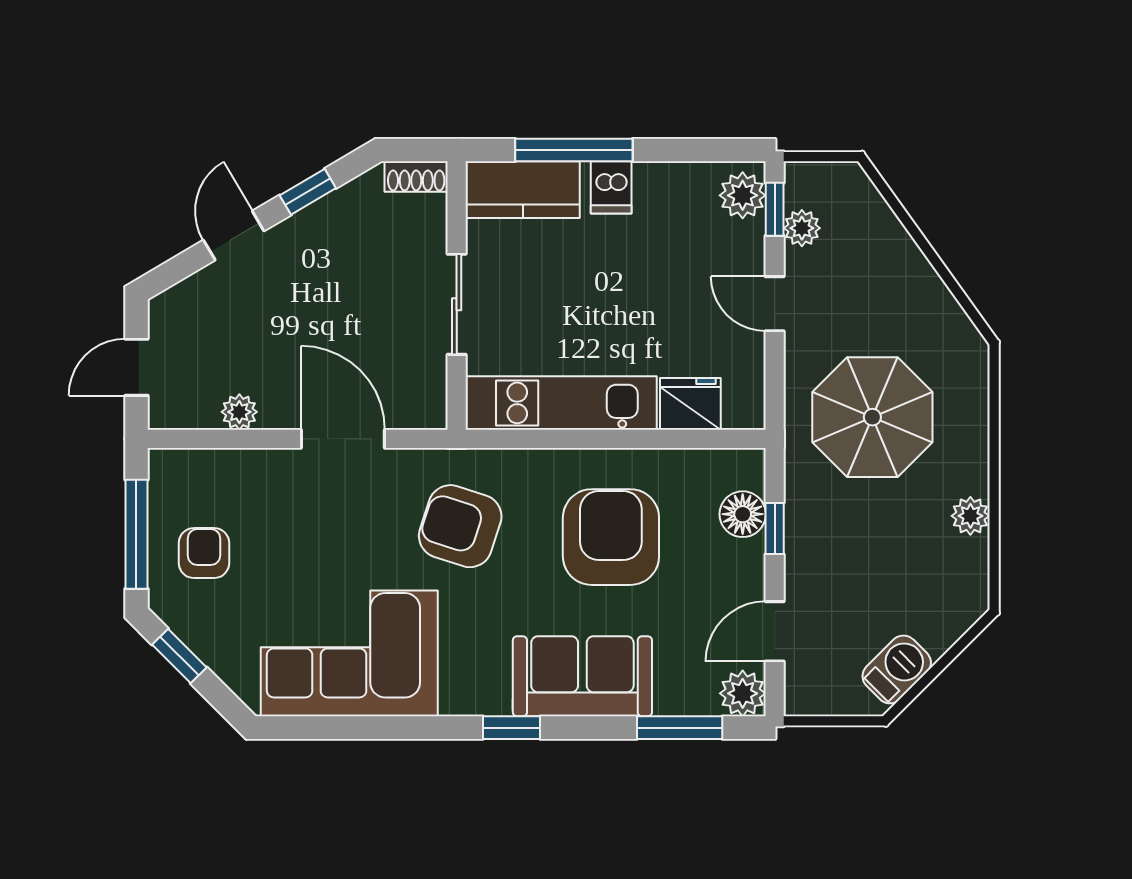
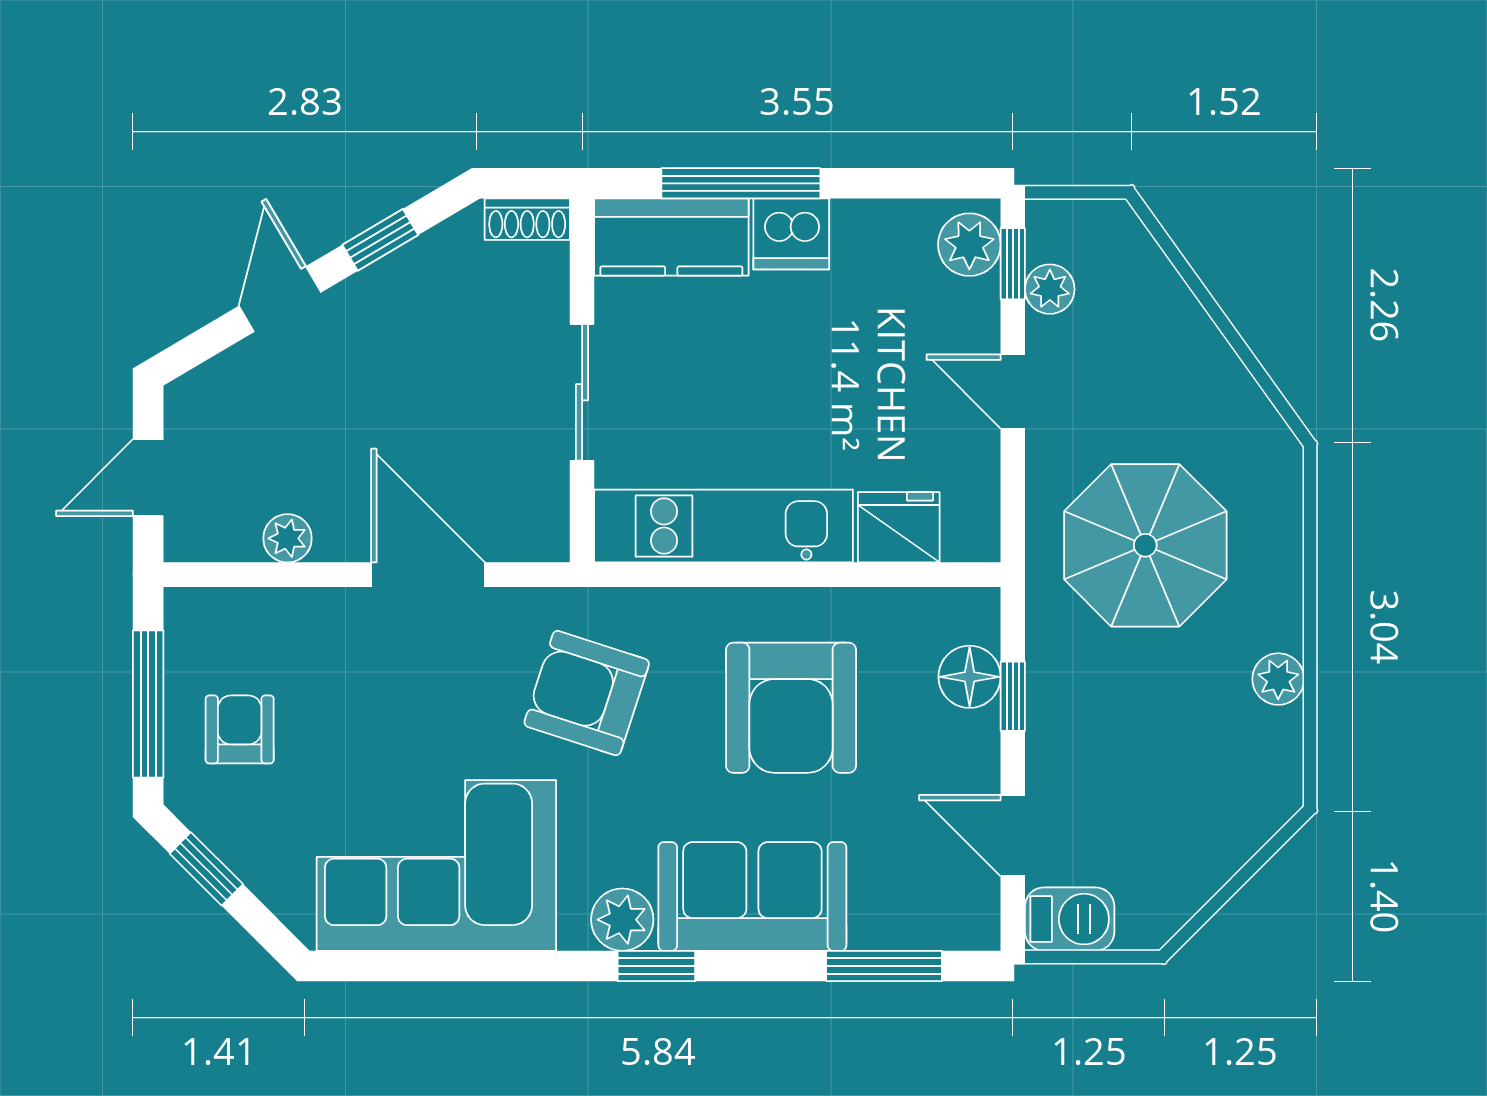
dishwasher: (611, 187) -> (791, 234), width x1.38
armchair: (611, 537) -> (791, 708), turned 180
door: (775, 631) -> (1013, 836), hinge flipped
barbecue: (897, 669) -> (1070, 919), moved, turned 45
plant: (743, 693) -> (622, 920), moved

